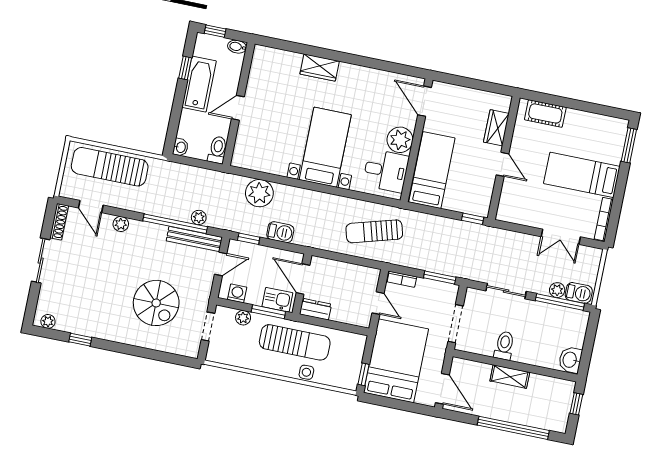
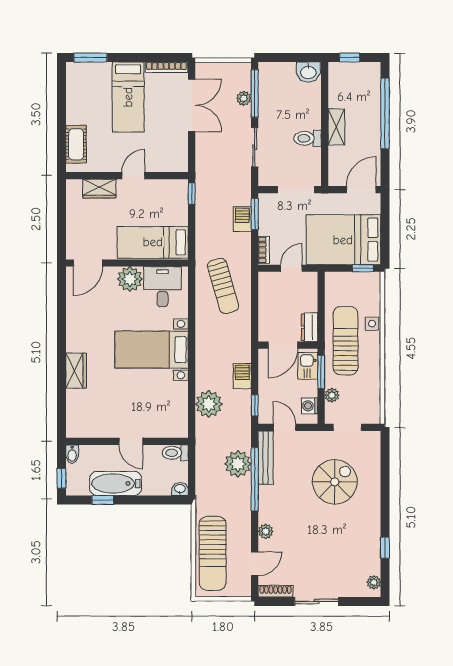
plant: (199, 217) -> (238, 464), width x1.88, depth x1.88
double door: (561, 237) -> (192, 105), width x1.37
barbecue: (579, 293) -> (242, 219), moved

